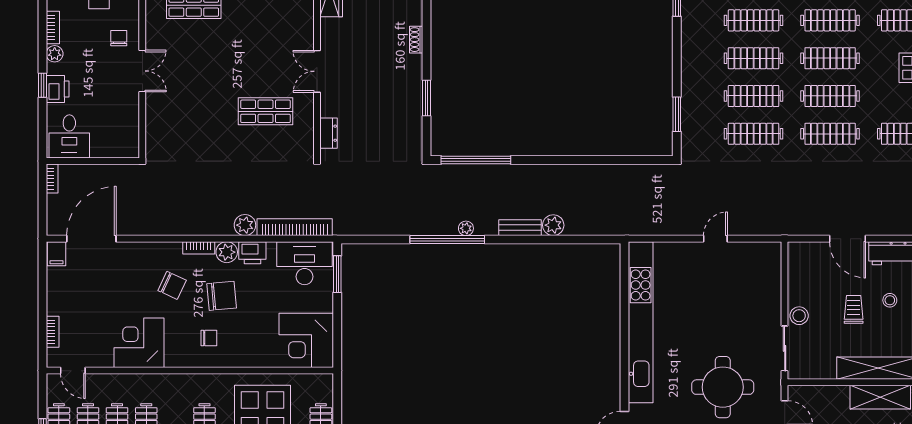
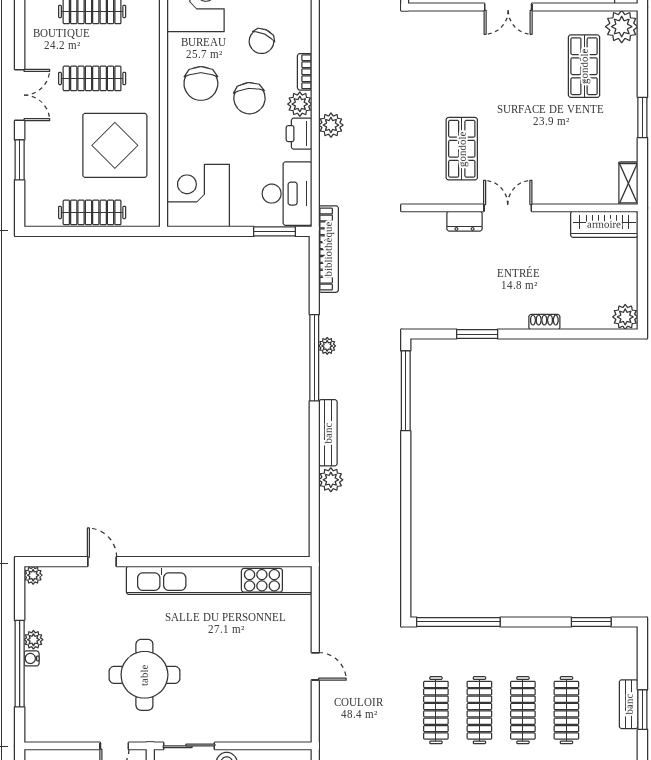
window: (677, 114) -> (458, 622), width x2.11
dresser: (328, 133) -> (464, 221), moved
bookcase: (295, 227) -> (328, 249), moved
plant: (466, 228) -> (327, 346), moved
bench: (520, 228) -> (328, 433), width x1.36
chair: (209, 338) -> (201, 84), width x1.87, depth x1.87

